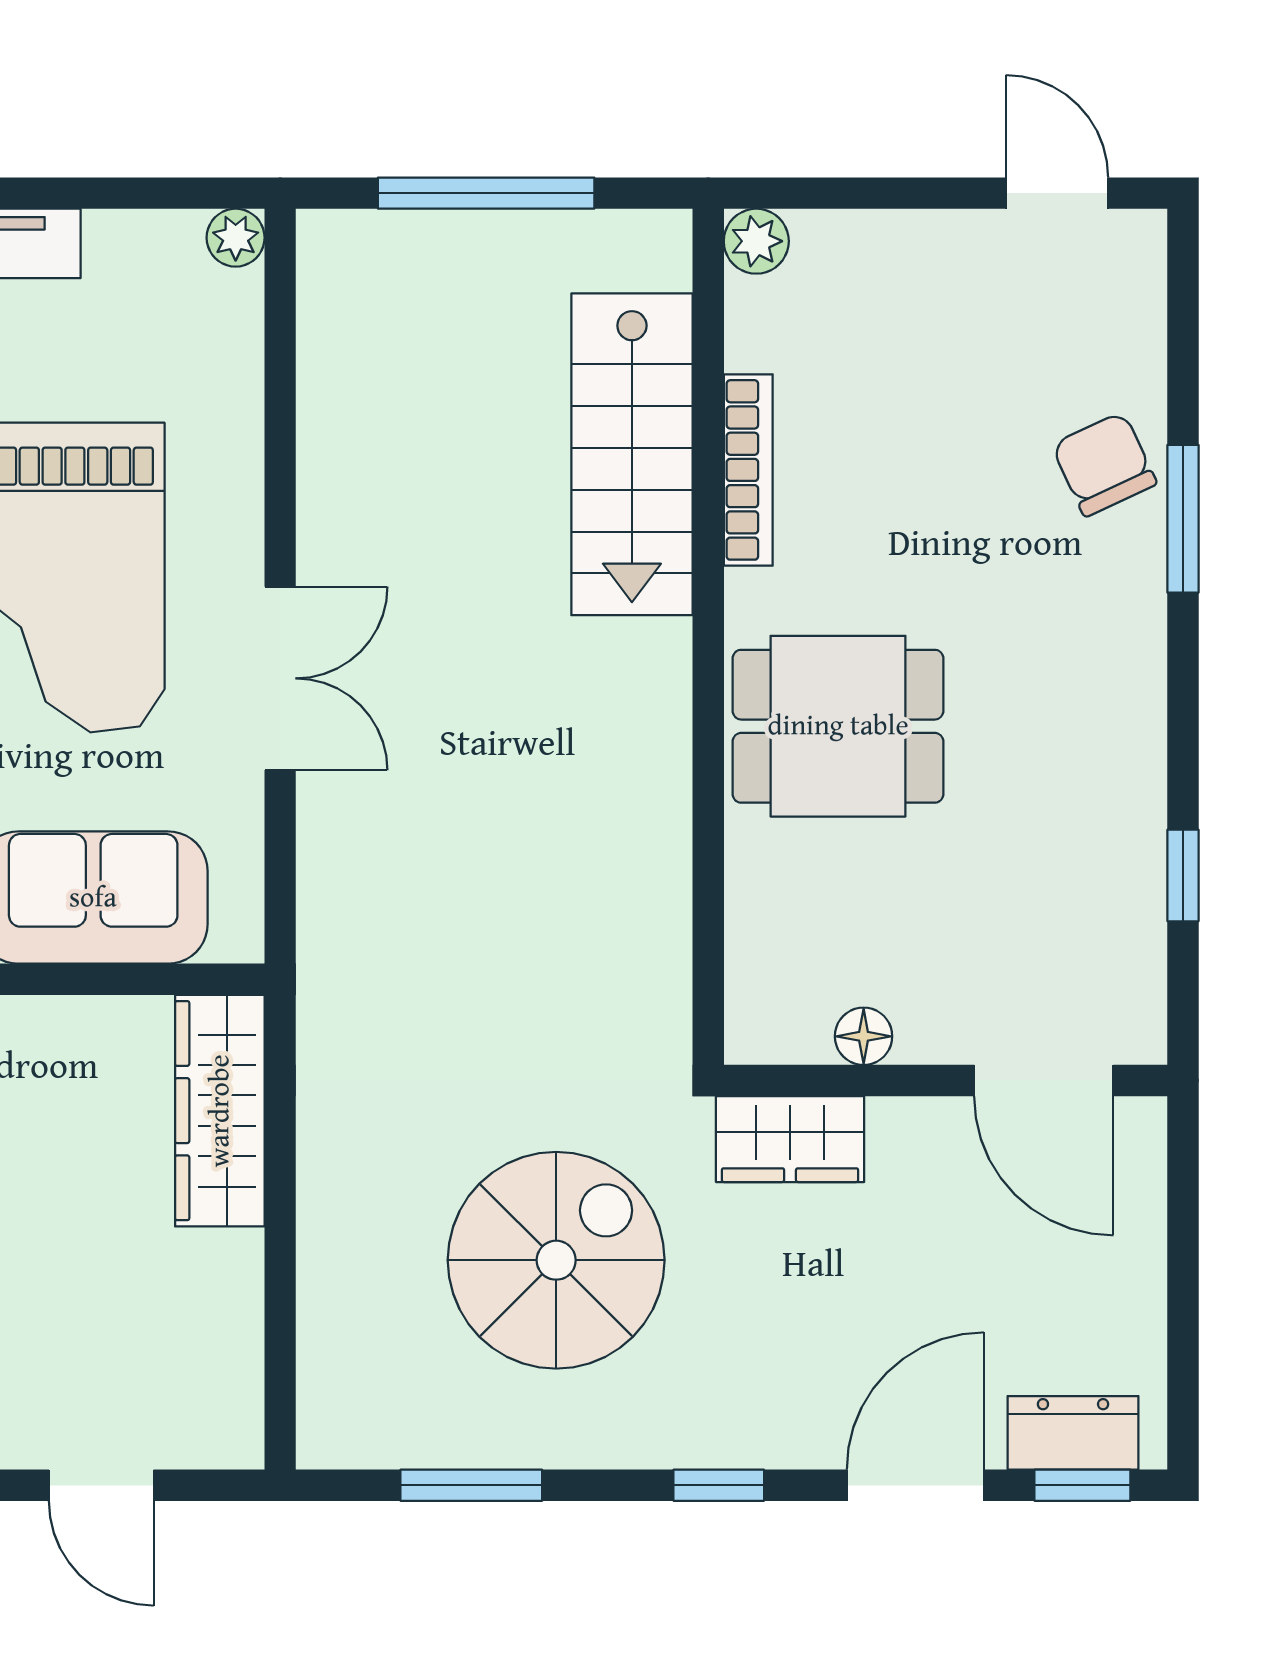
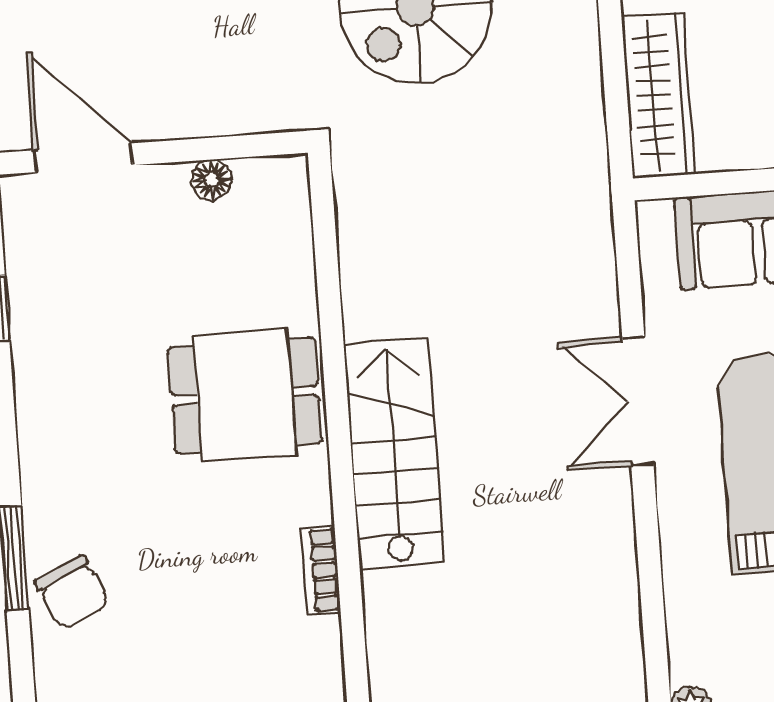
stairs: (632, 454) -> (394, 453), moved
bookcase: (748, 470) -> (321, 570), width x0.64
wardrobe: (790, 1139) -> (258, 104), removed

